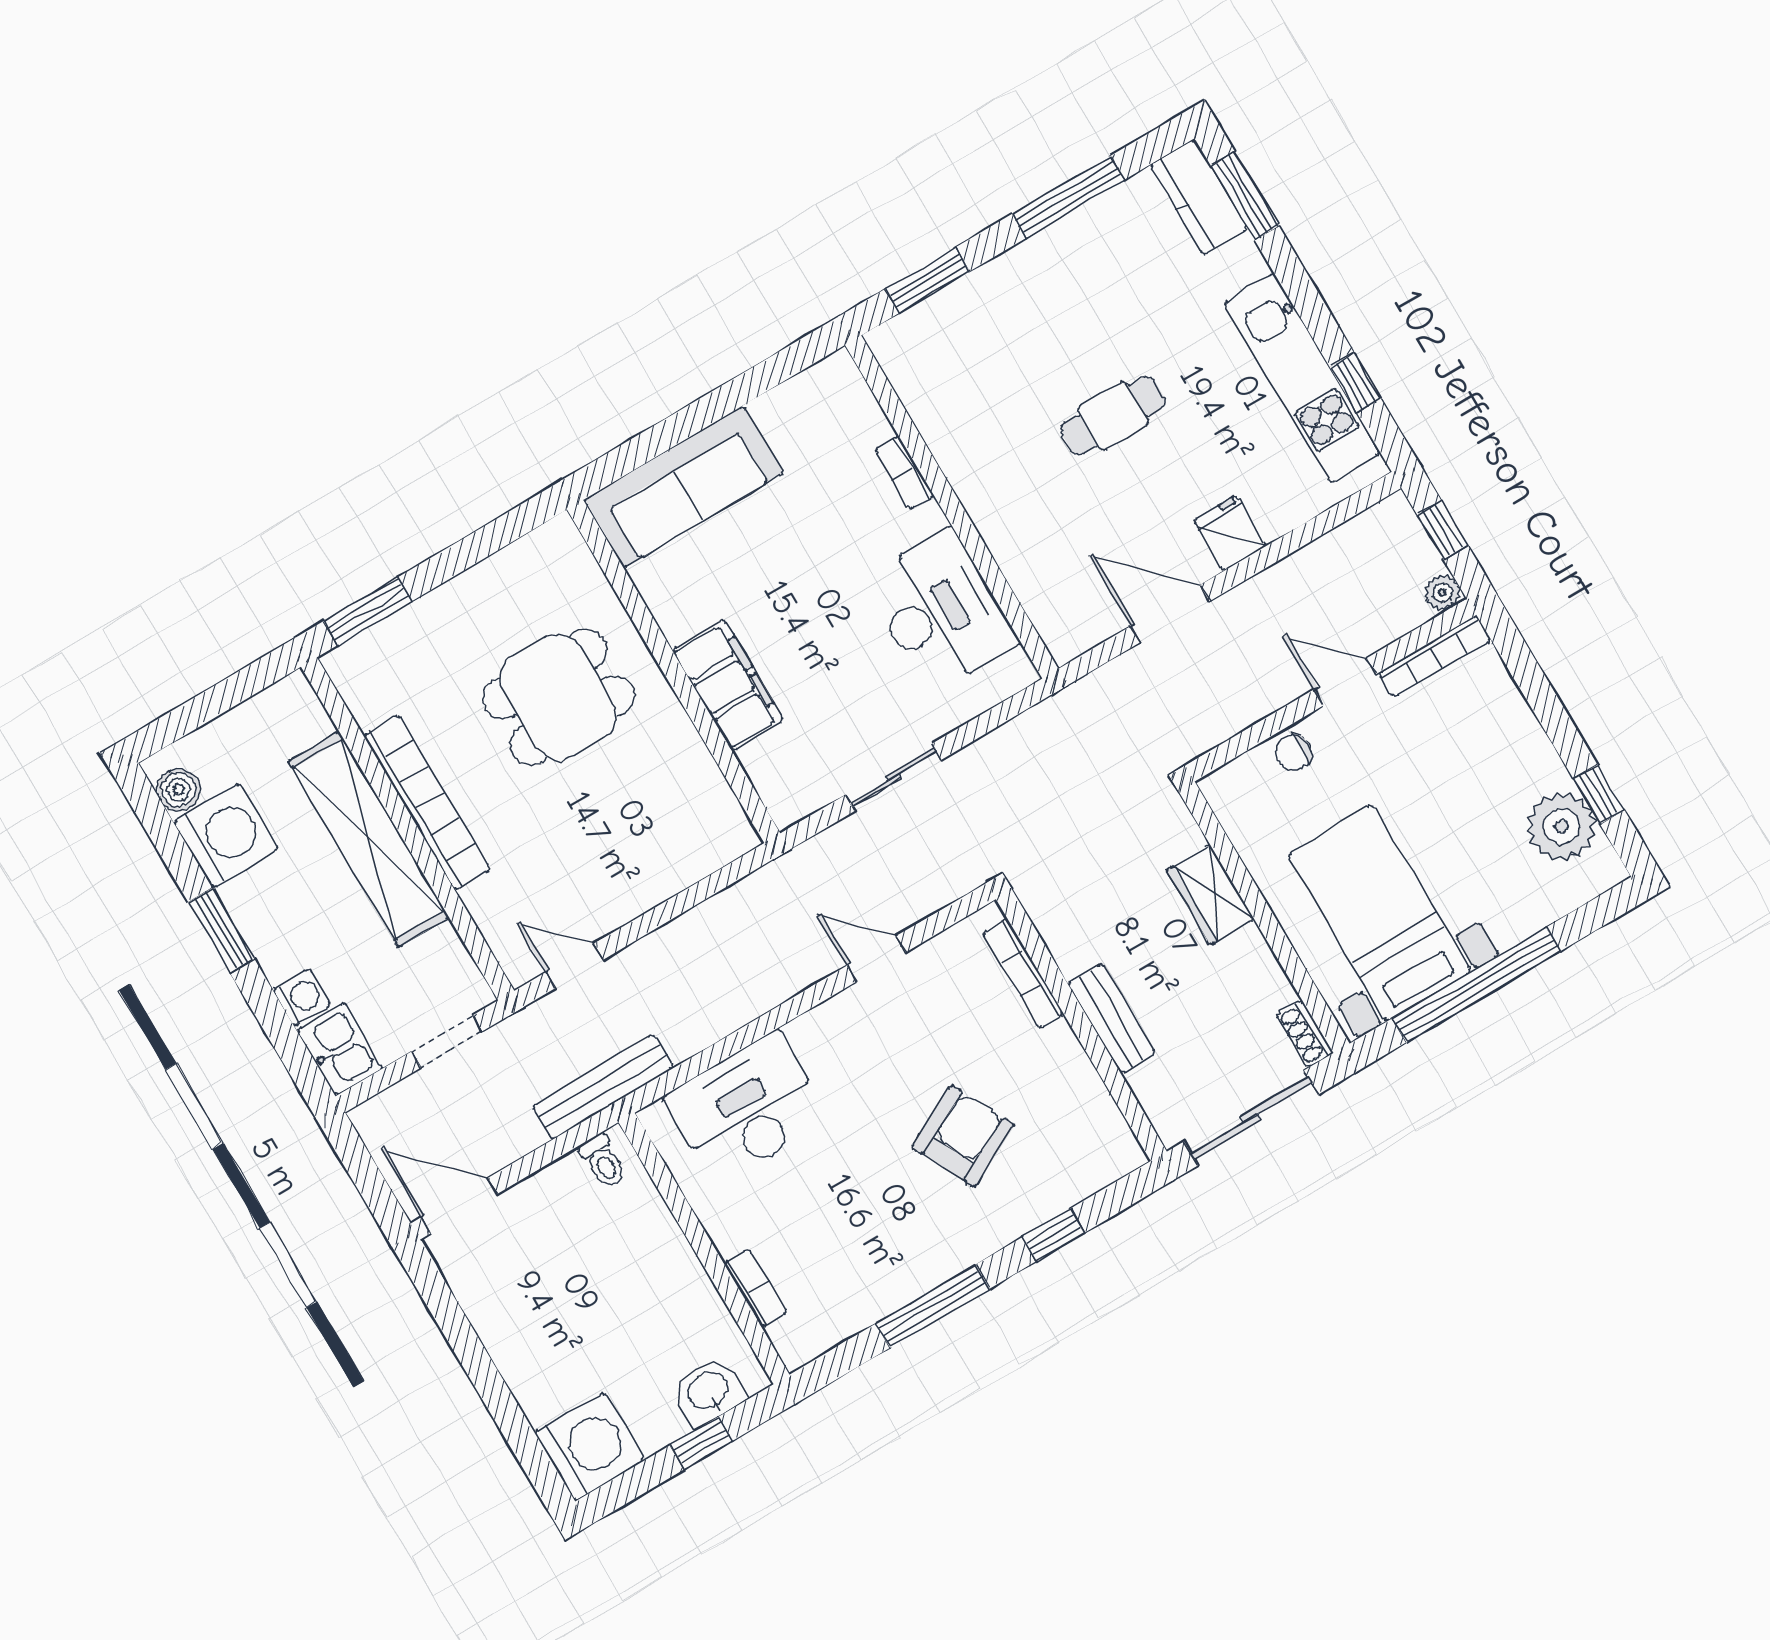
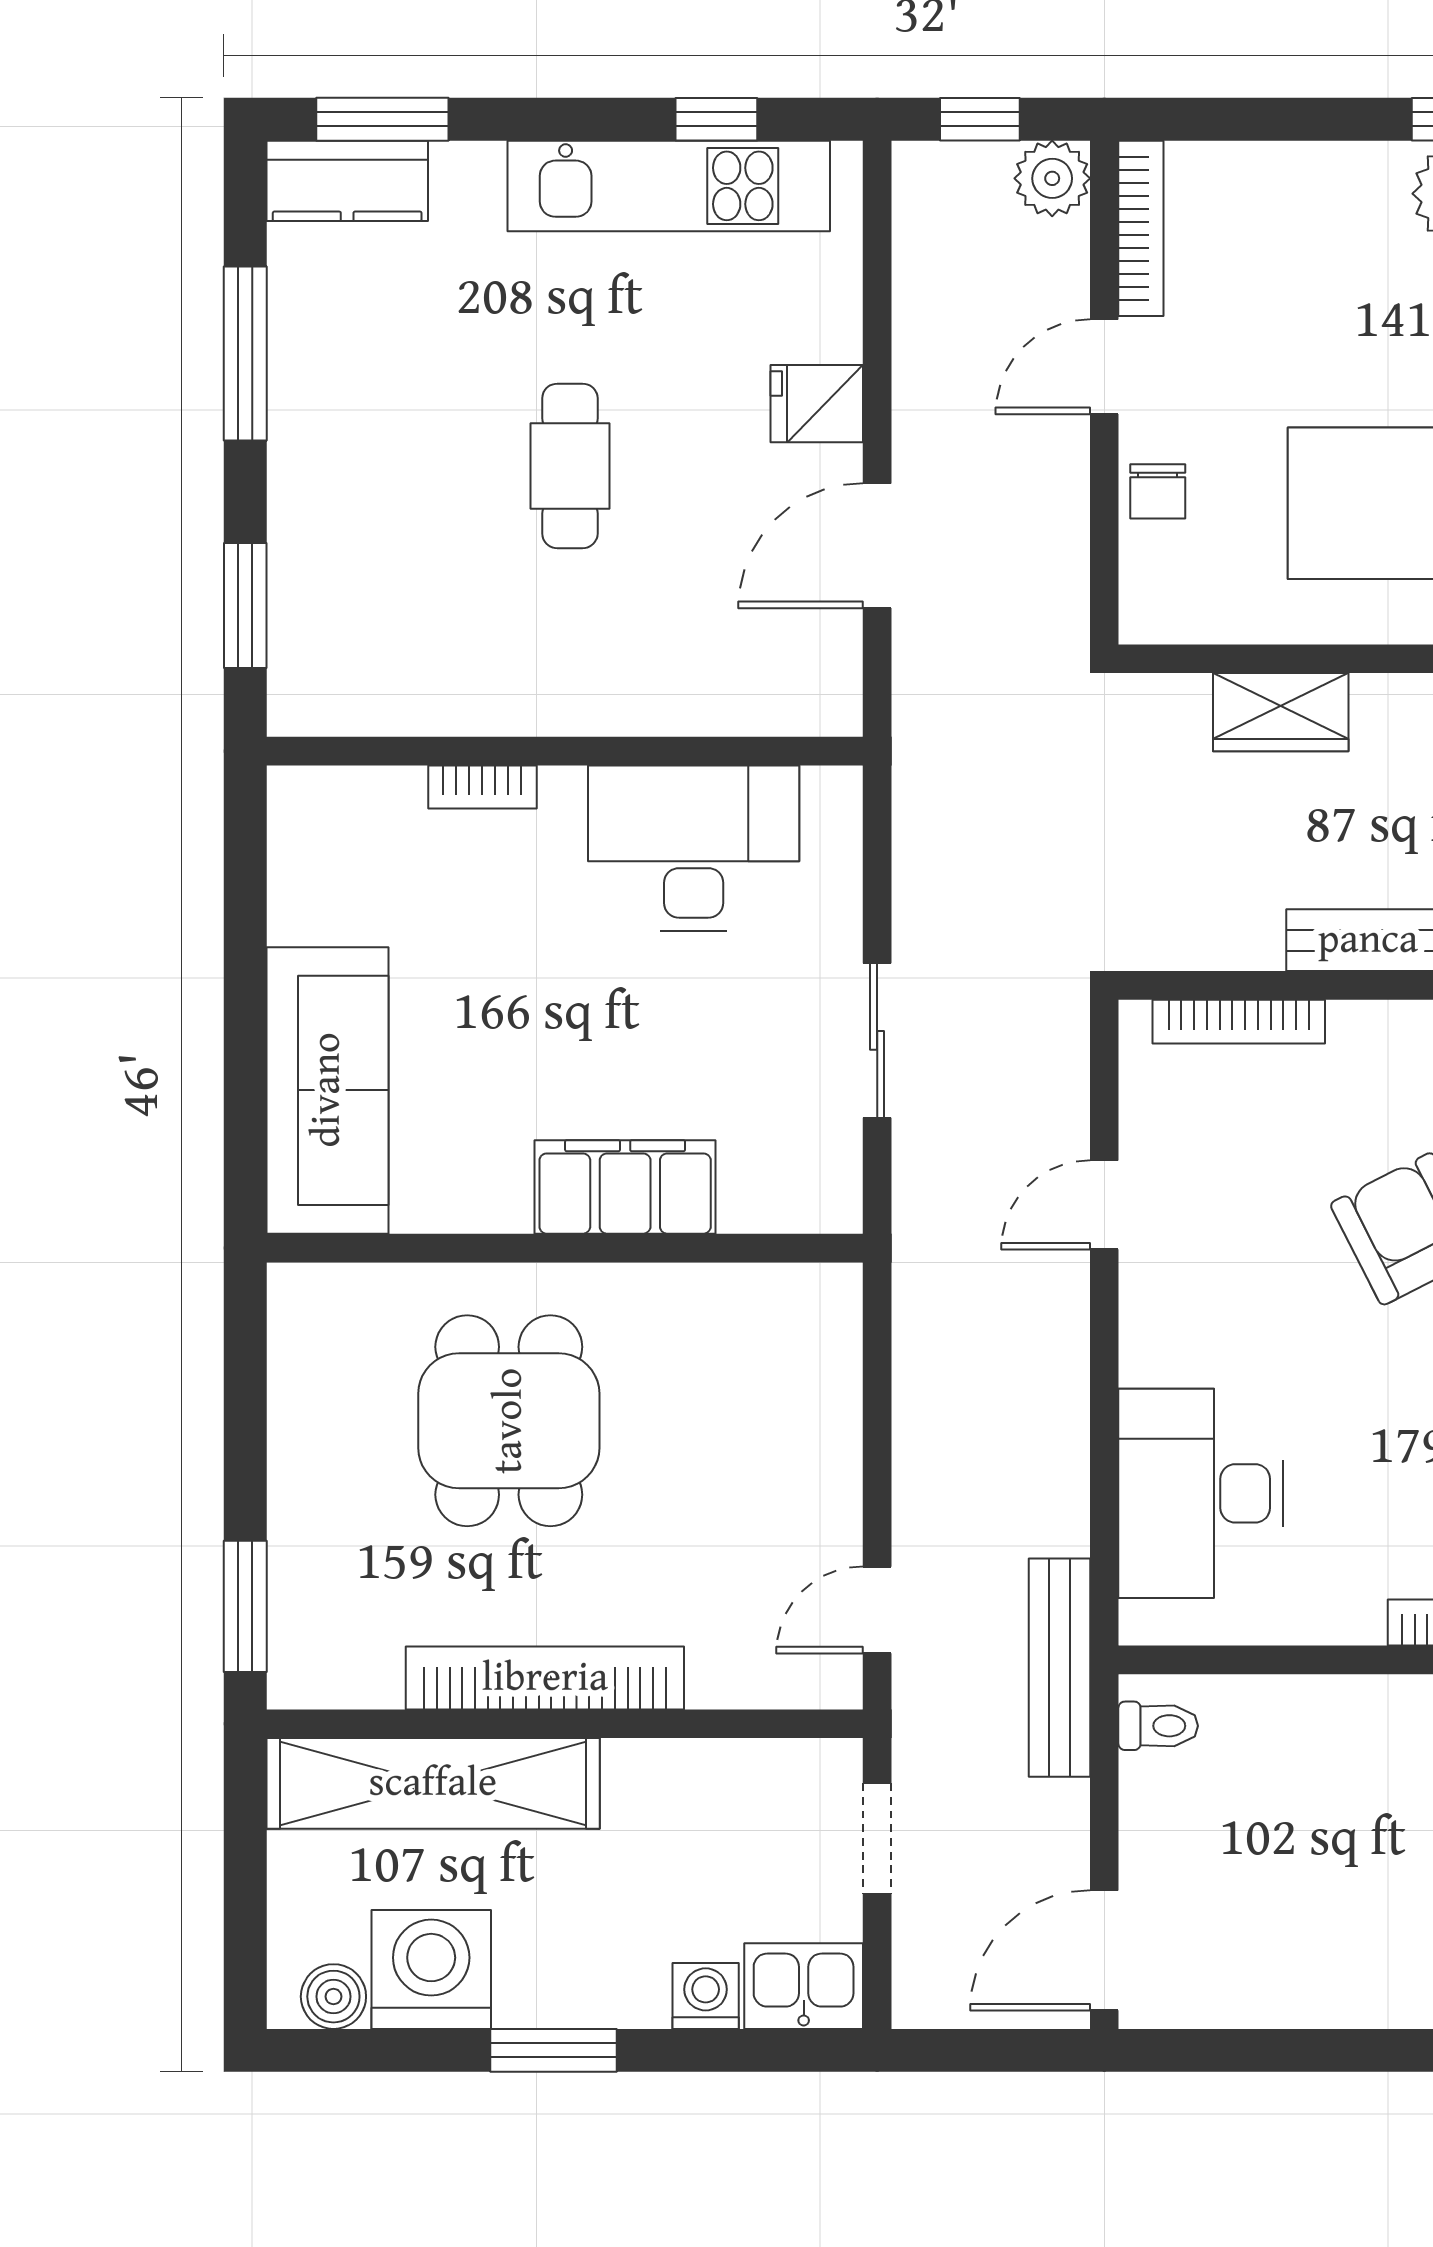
plant: (1443, 593) -> (1052, 178), width x1.38, depth x1.38
shelving: (369, 839) -> (433, 1783), moved

